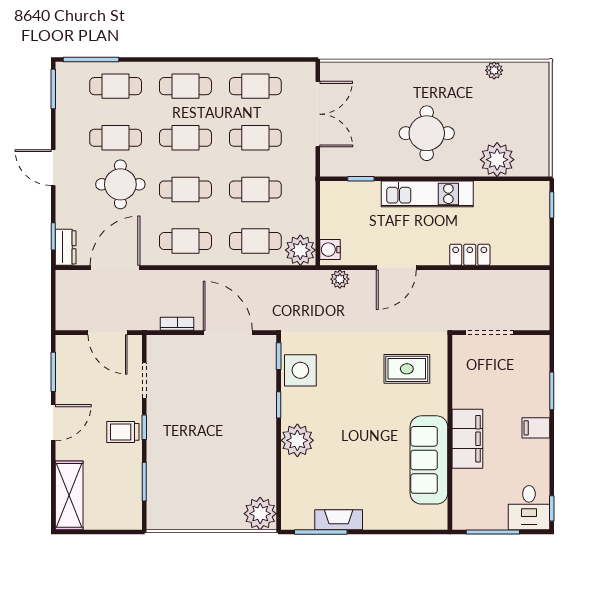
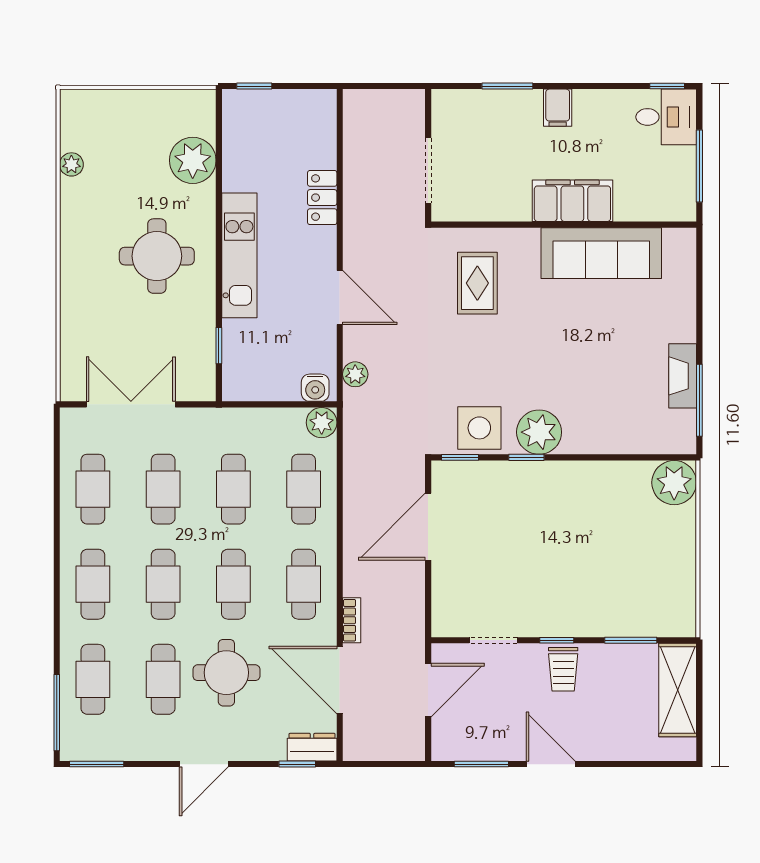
plant: (300, 250) -> (322, 423), width x0.73, depth x0.73
bookcase: (177, 324) -> (352, 620), moved, turned 180
plant: (297, 440) -> (539, 432), moved
shelving: (69, 495) -> (678, 690), moved, turned 90

